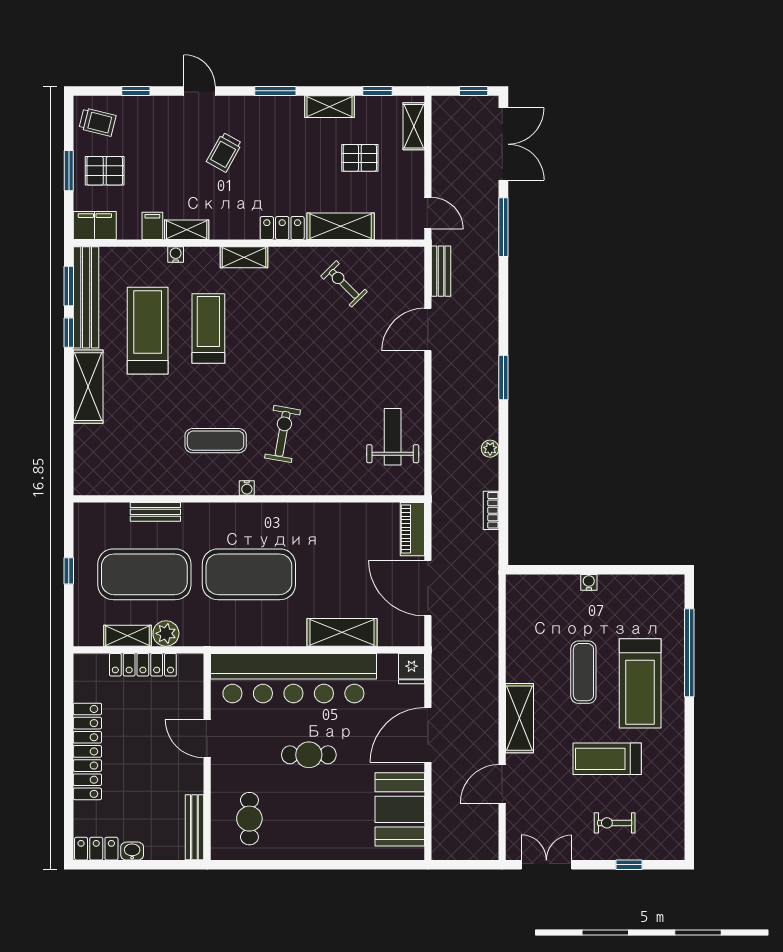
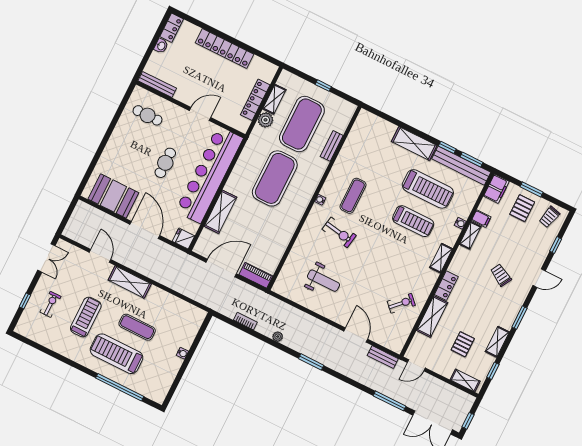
weight bench: (393, 437) -> (323, 281), moved

